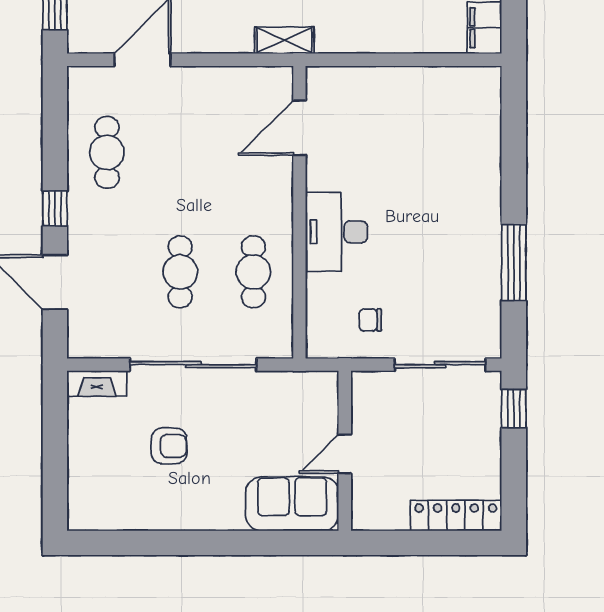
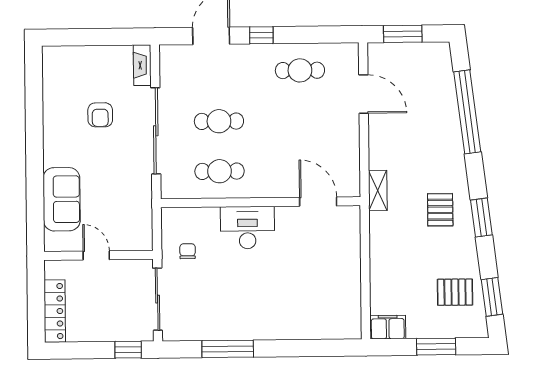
wall: (345, 451) -> (98, 255), moved
door: (345, 454) -> (96, 255), moved

